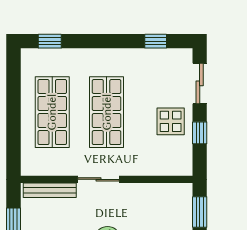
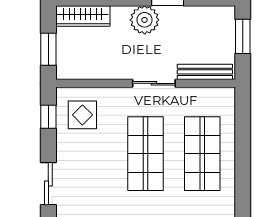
display table: (171, 121) -> (82, 115), moved
window: (200, 133) -> (48, 117), moved

